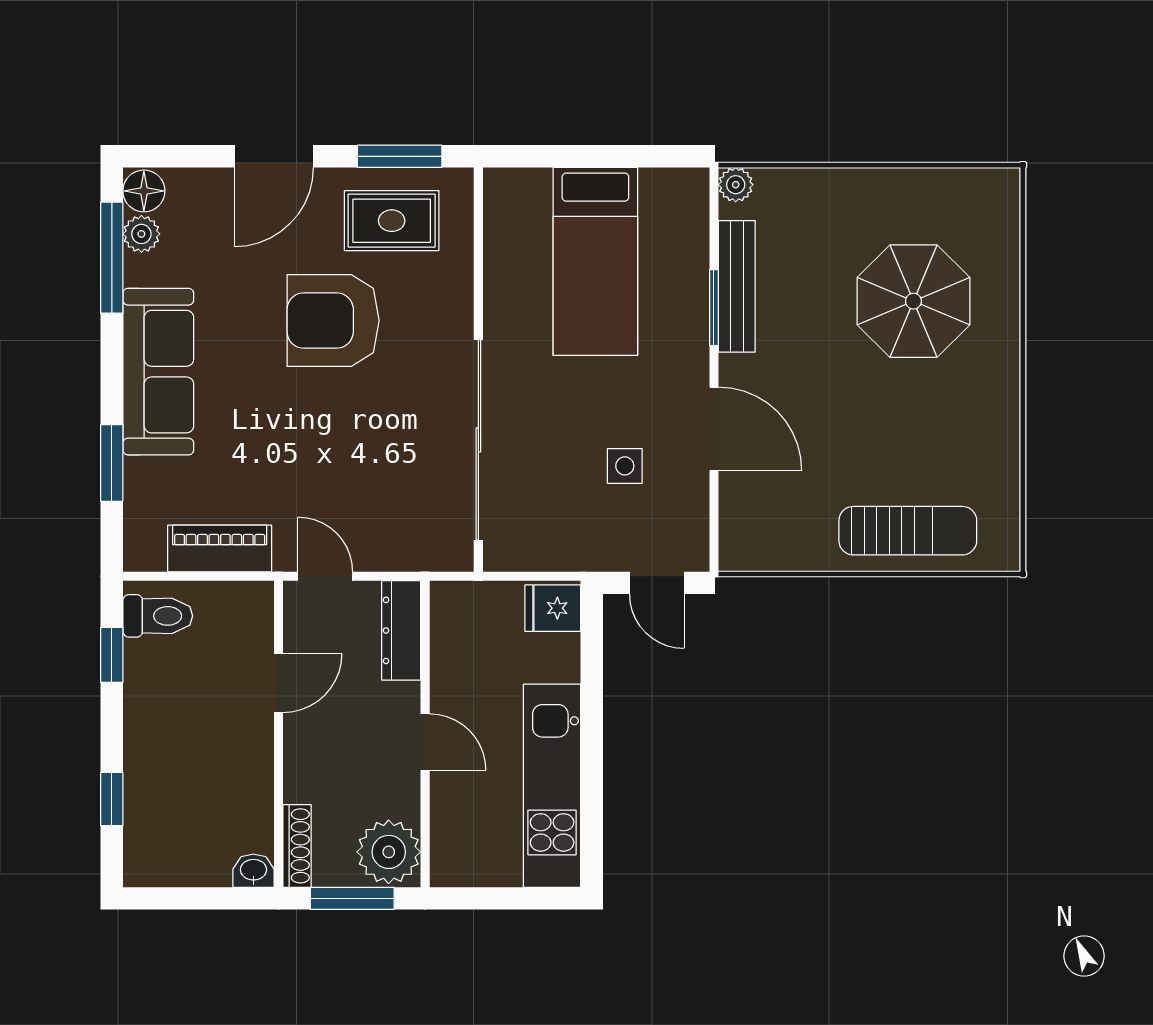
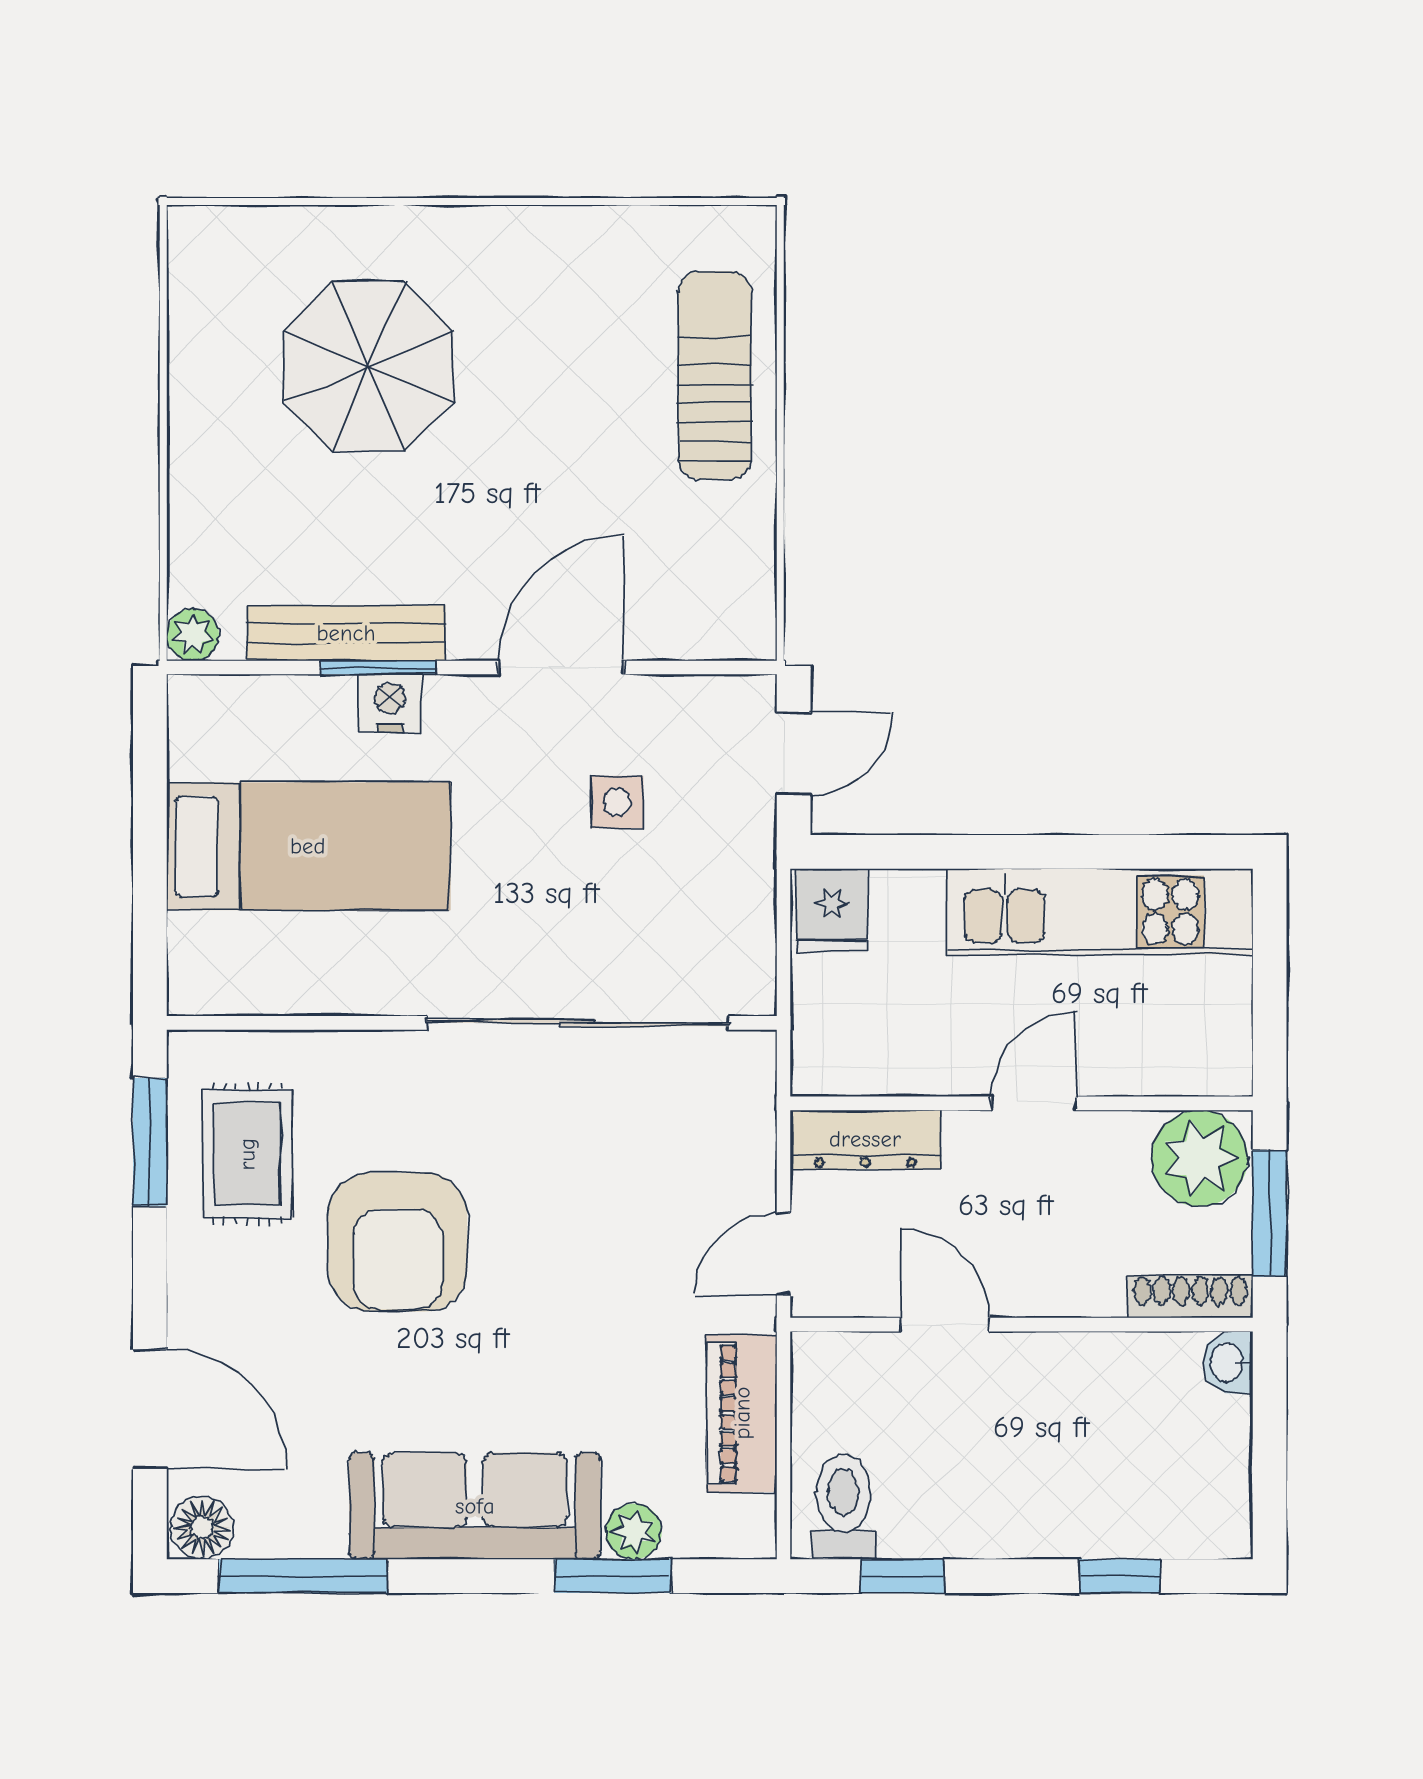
door: (274, 156) -> (150, 1409), moved
plant: (141, 234) -> (634, 1531), moved
nightstand: (690, 315) -> (390, 703), added

